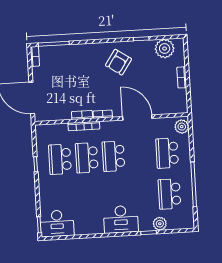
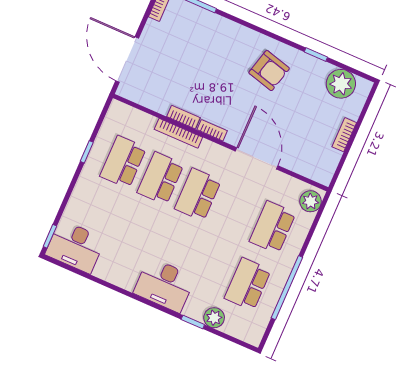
armchair: (118, 62) -> (269, 71), turned -109

